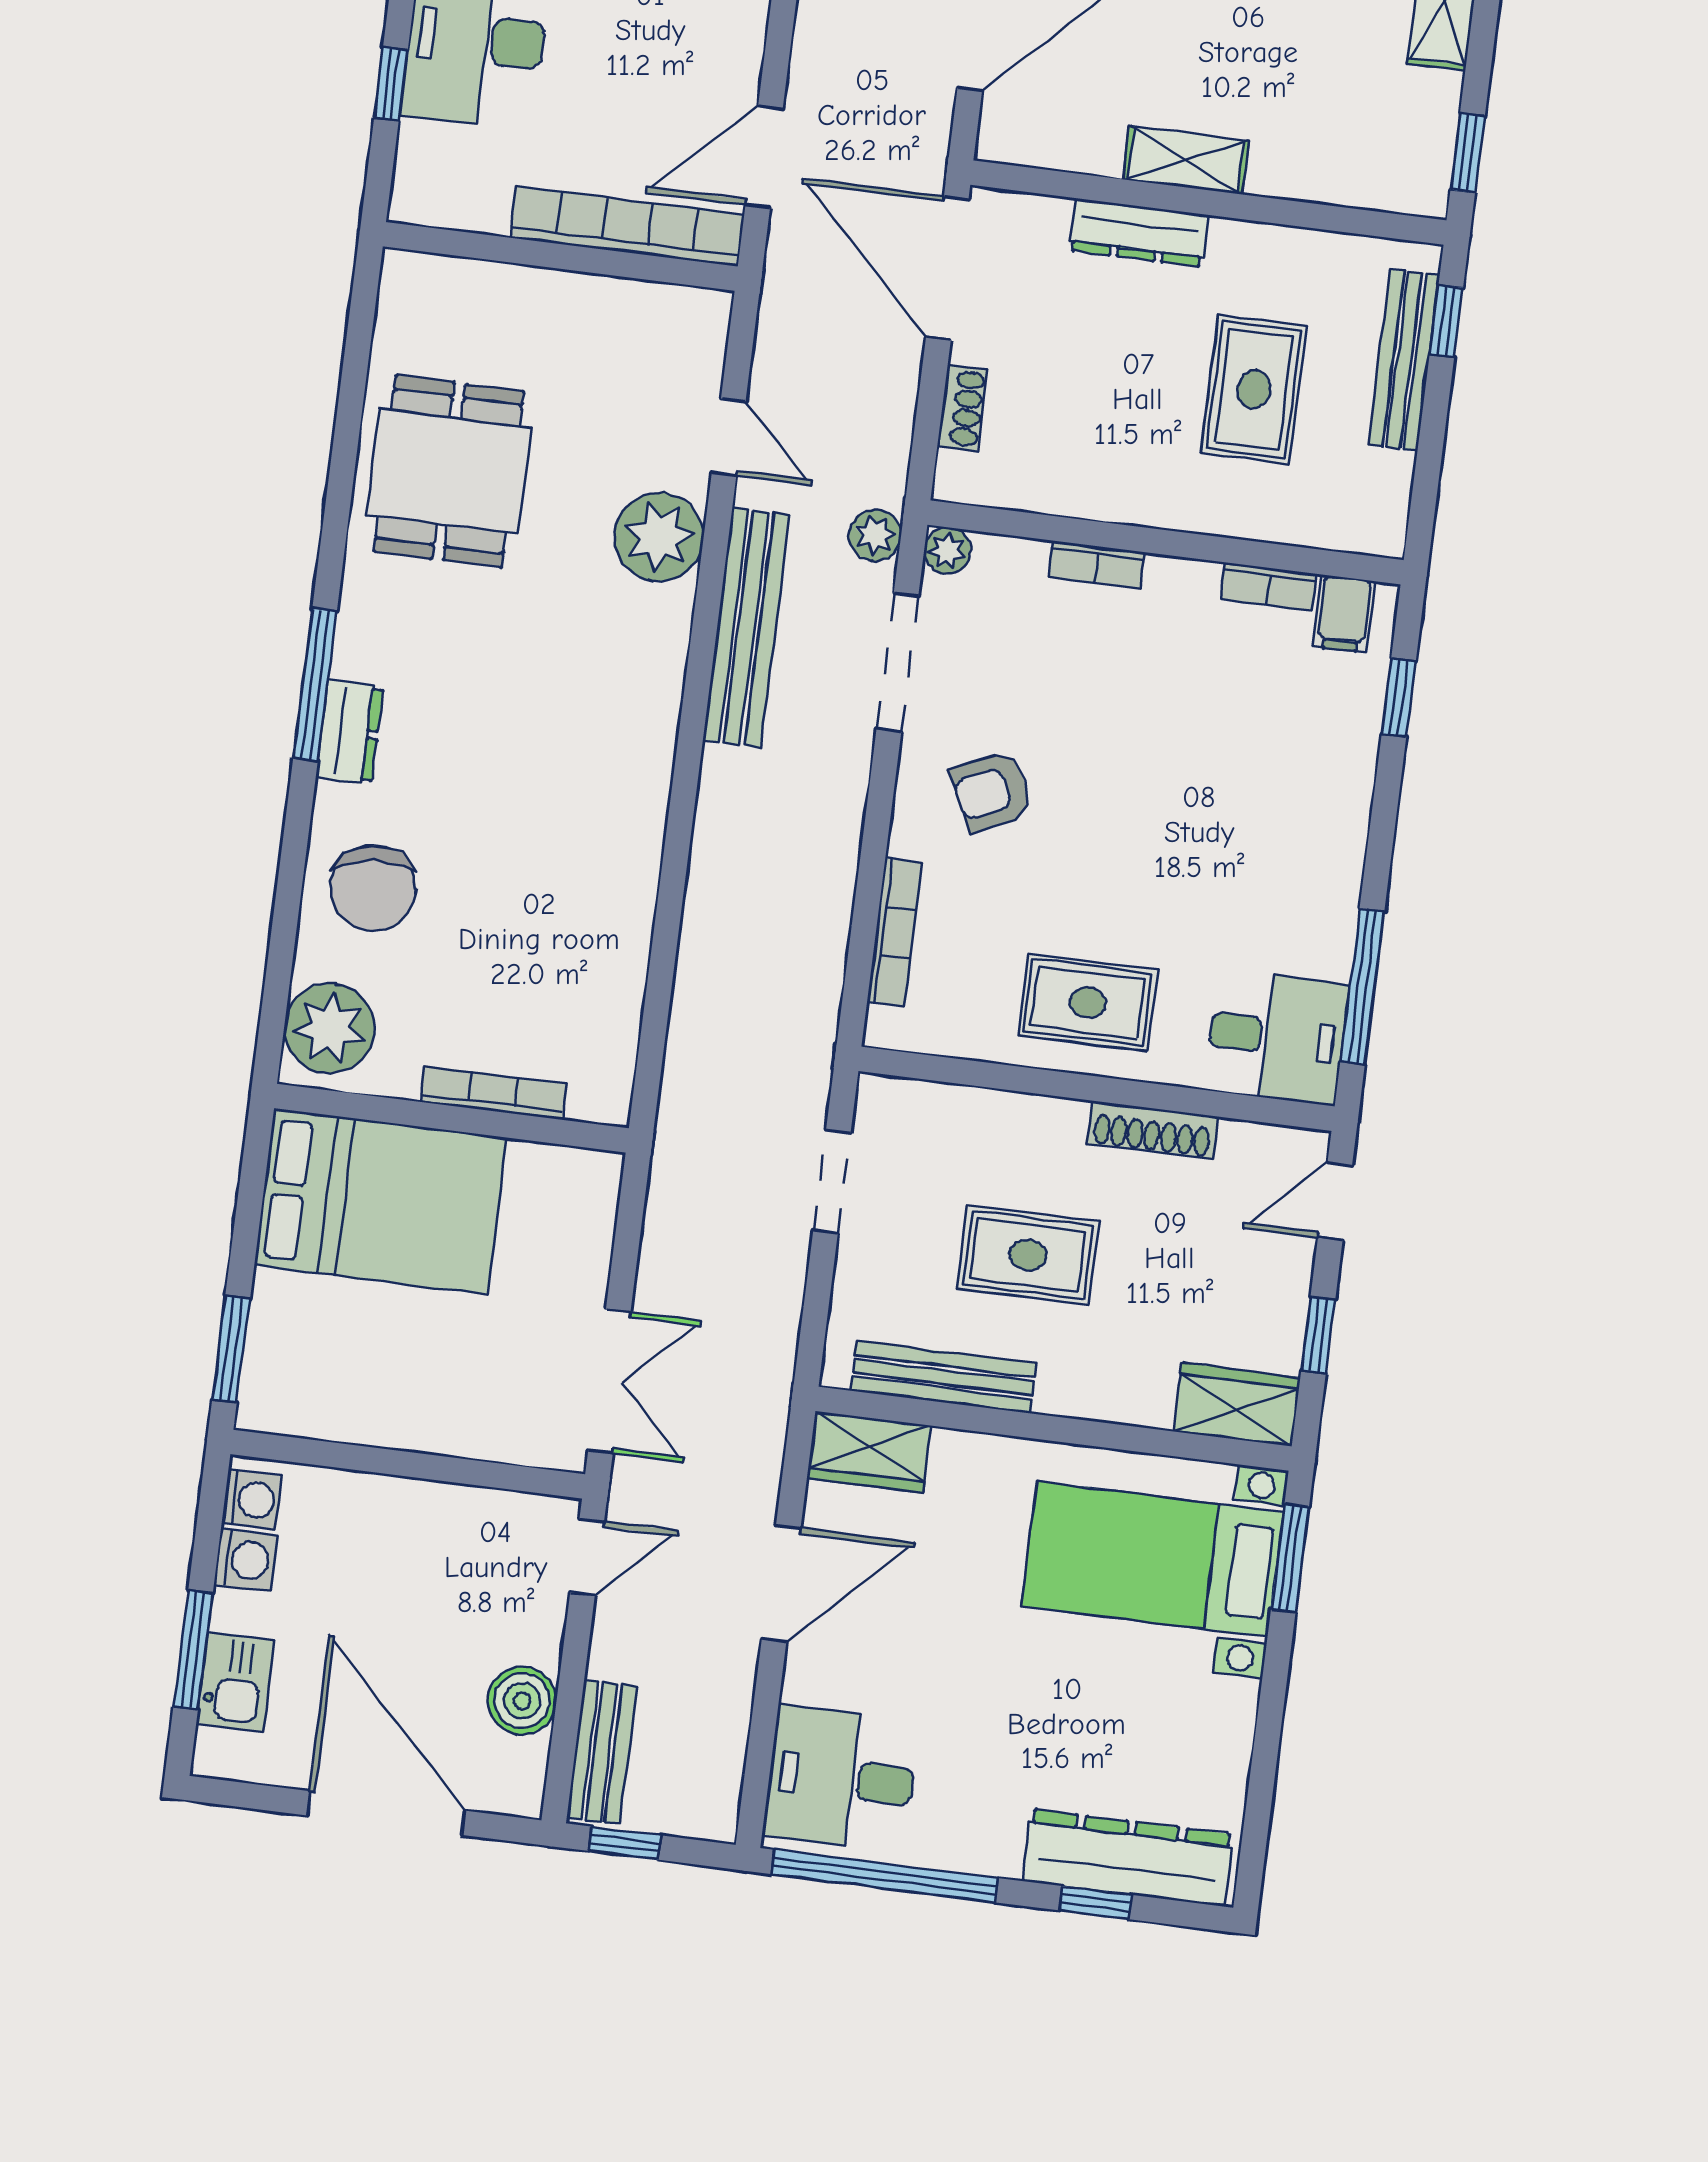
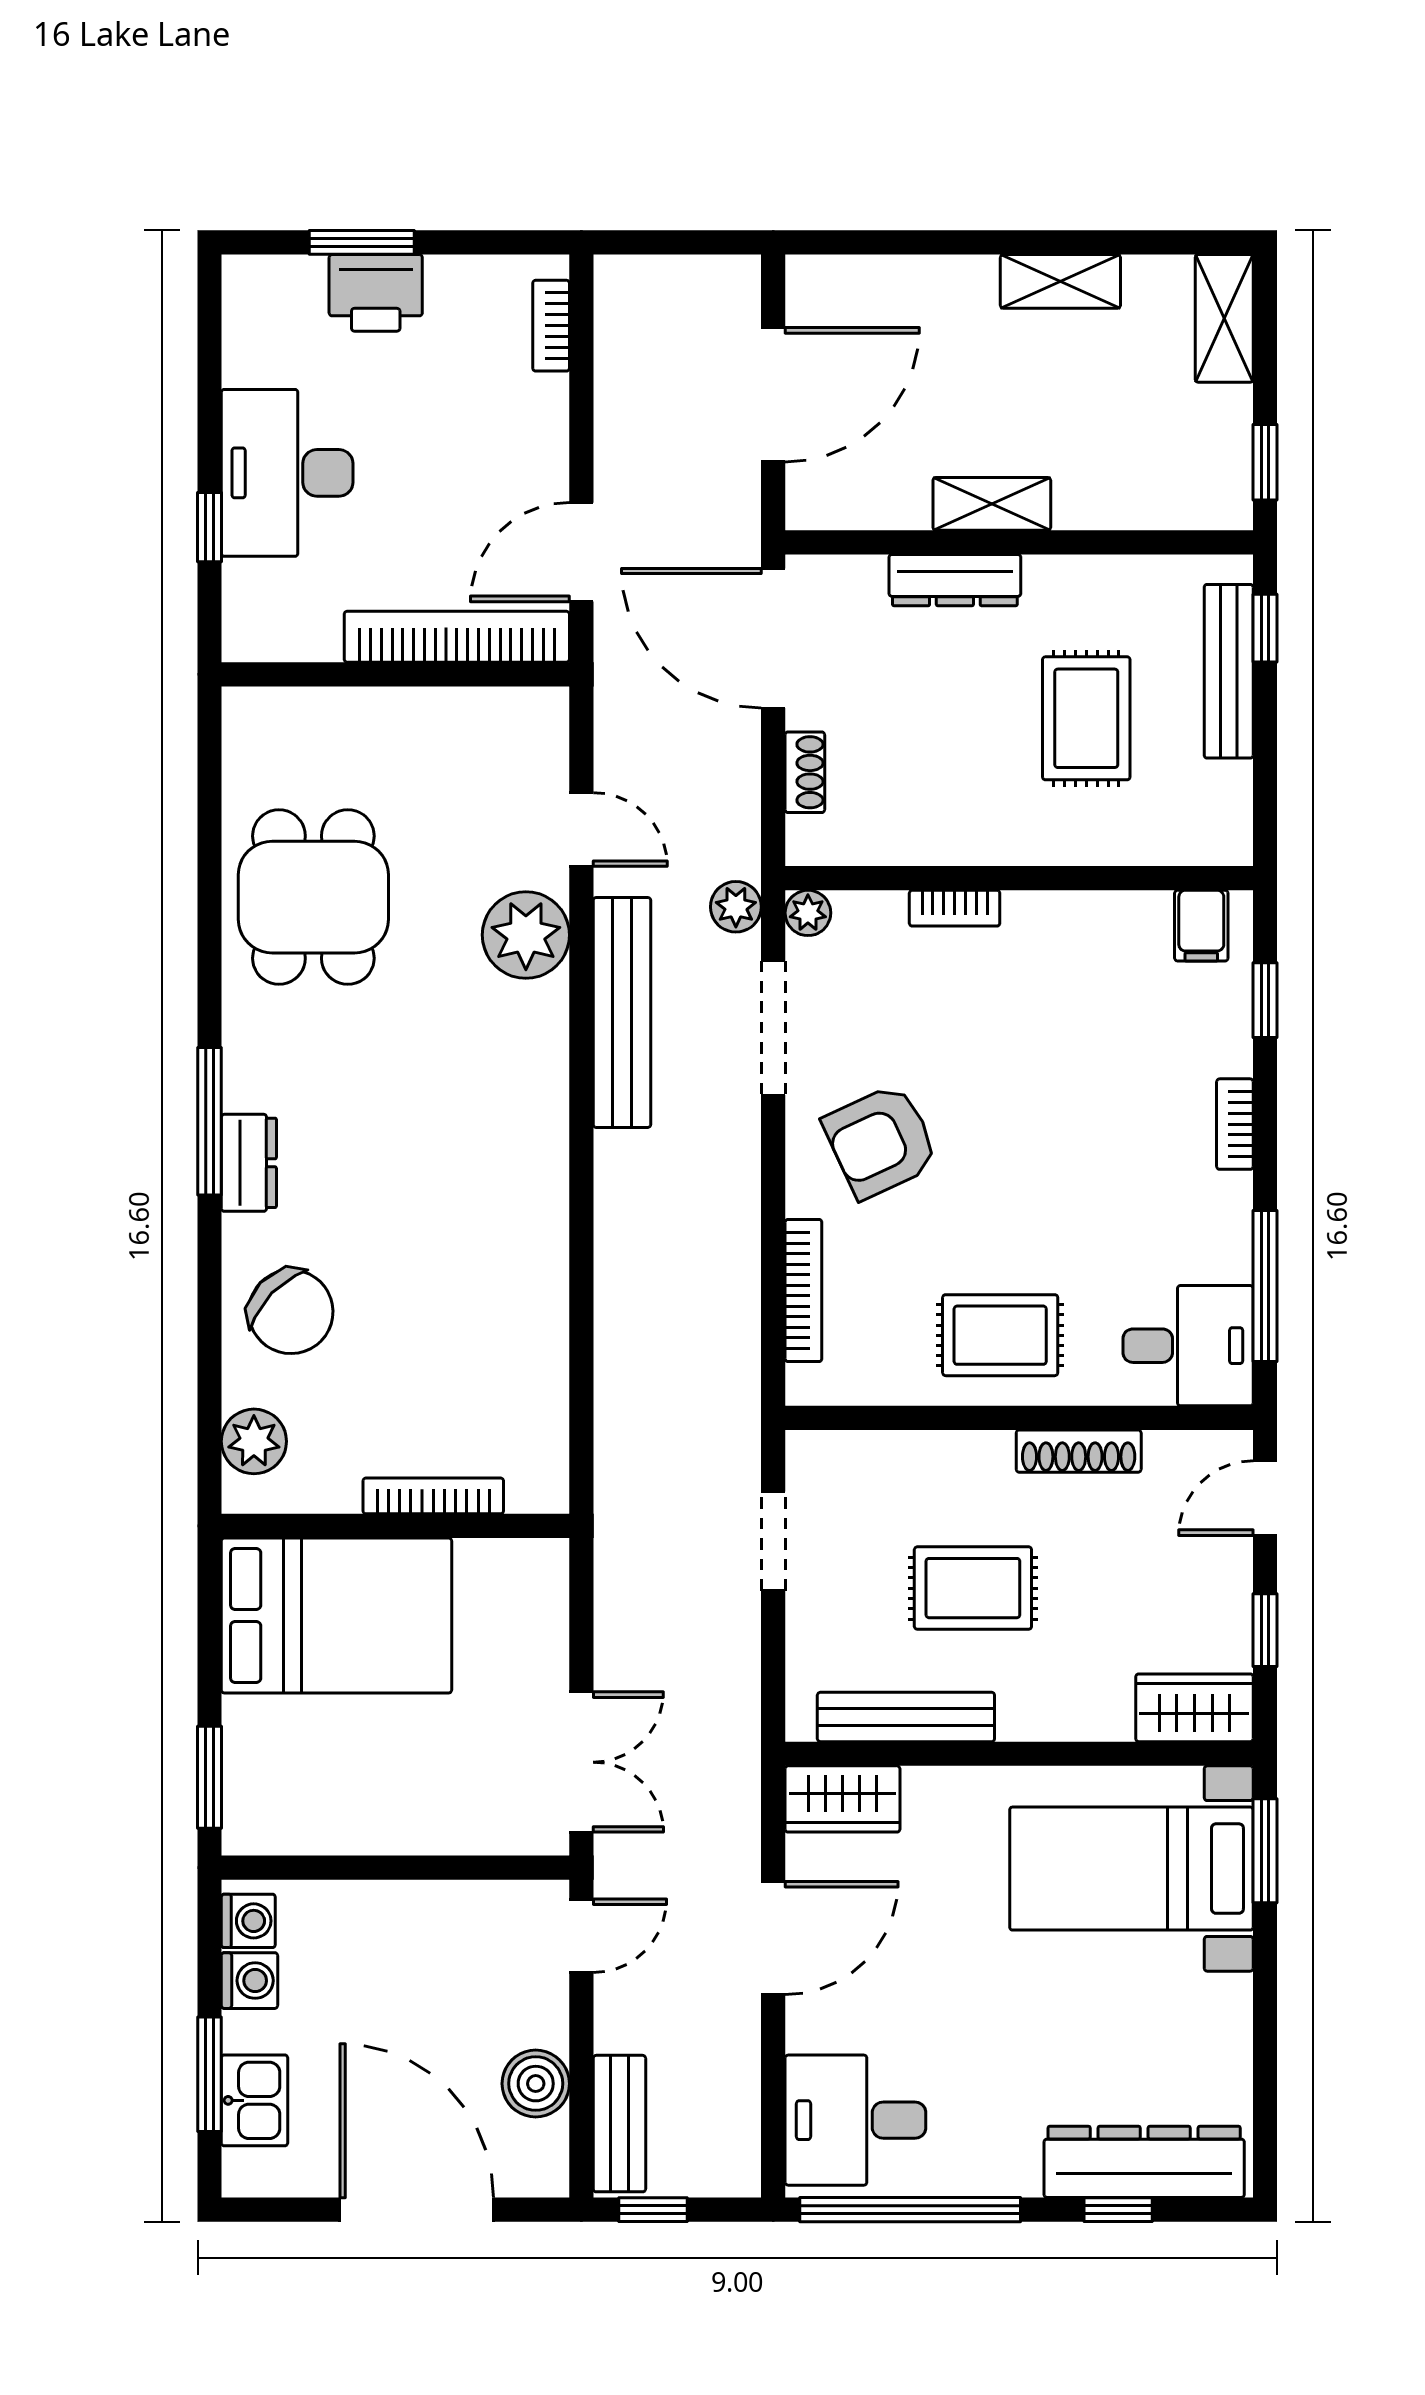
bookcase: (1268, 586) -> (1235, 1124), moved, turned 90
armchair: (992, 791) -> (881, 1141), width x1.38, depth x1.38
chair: (373, 888) -> (291, 1312), turned -39
plant: (329, 1028) -> (254, 1441), width x0.73, depth x0.73

